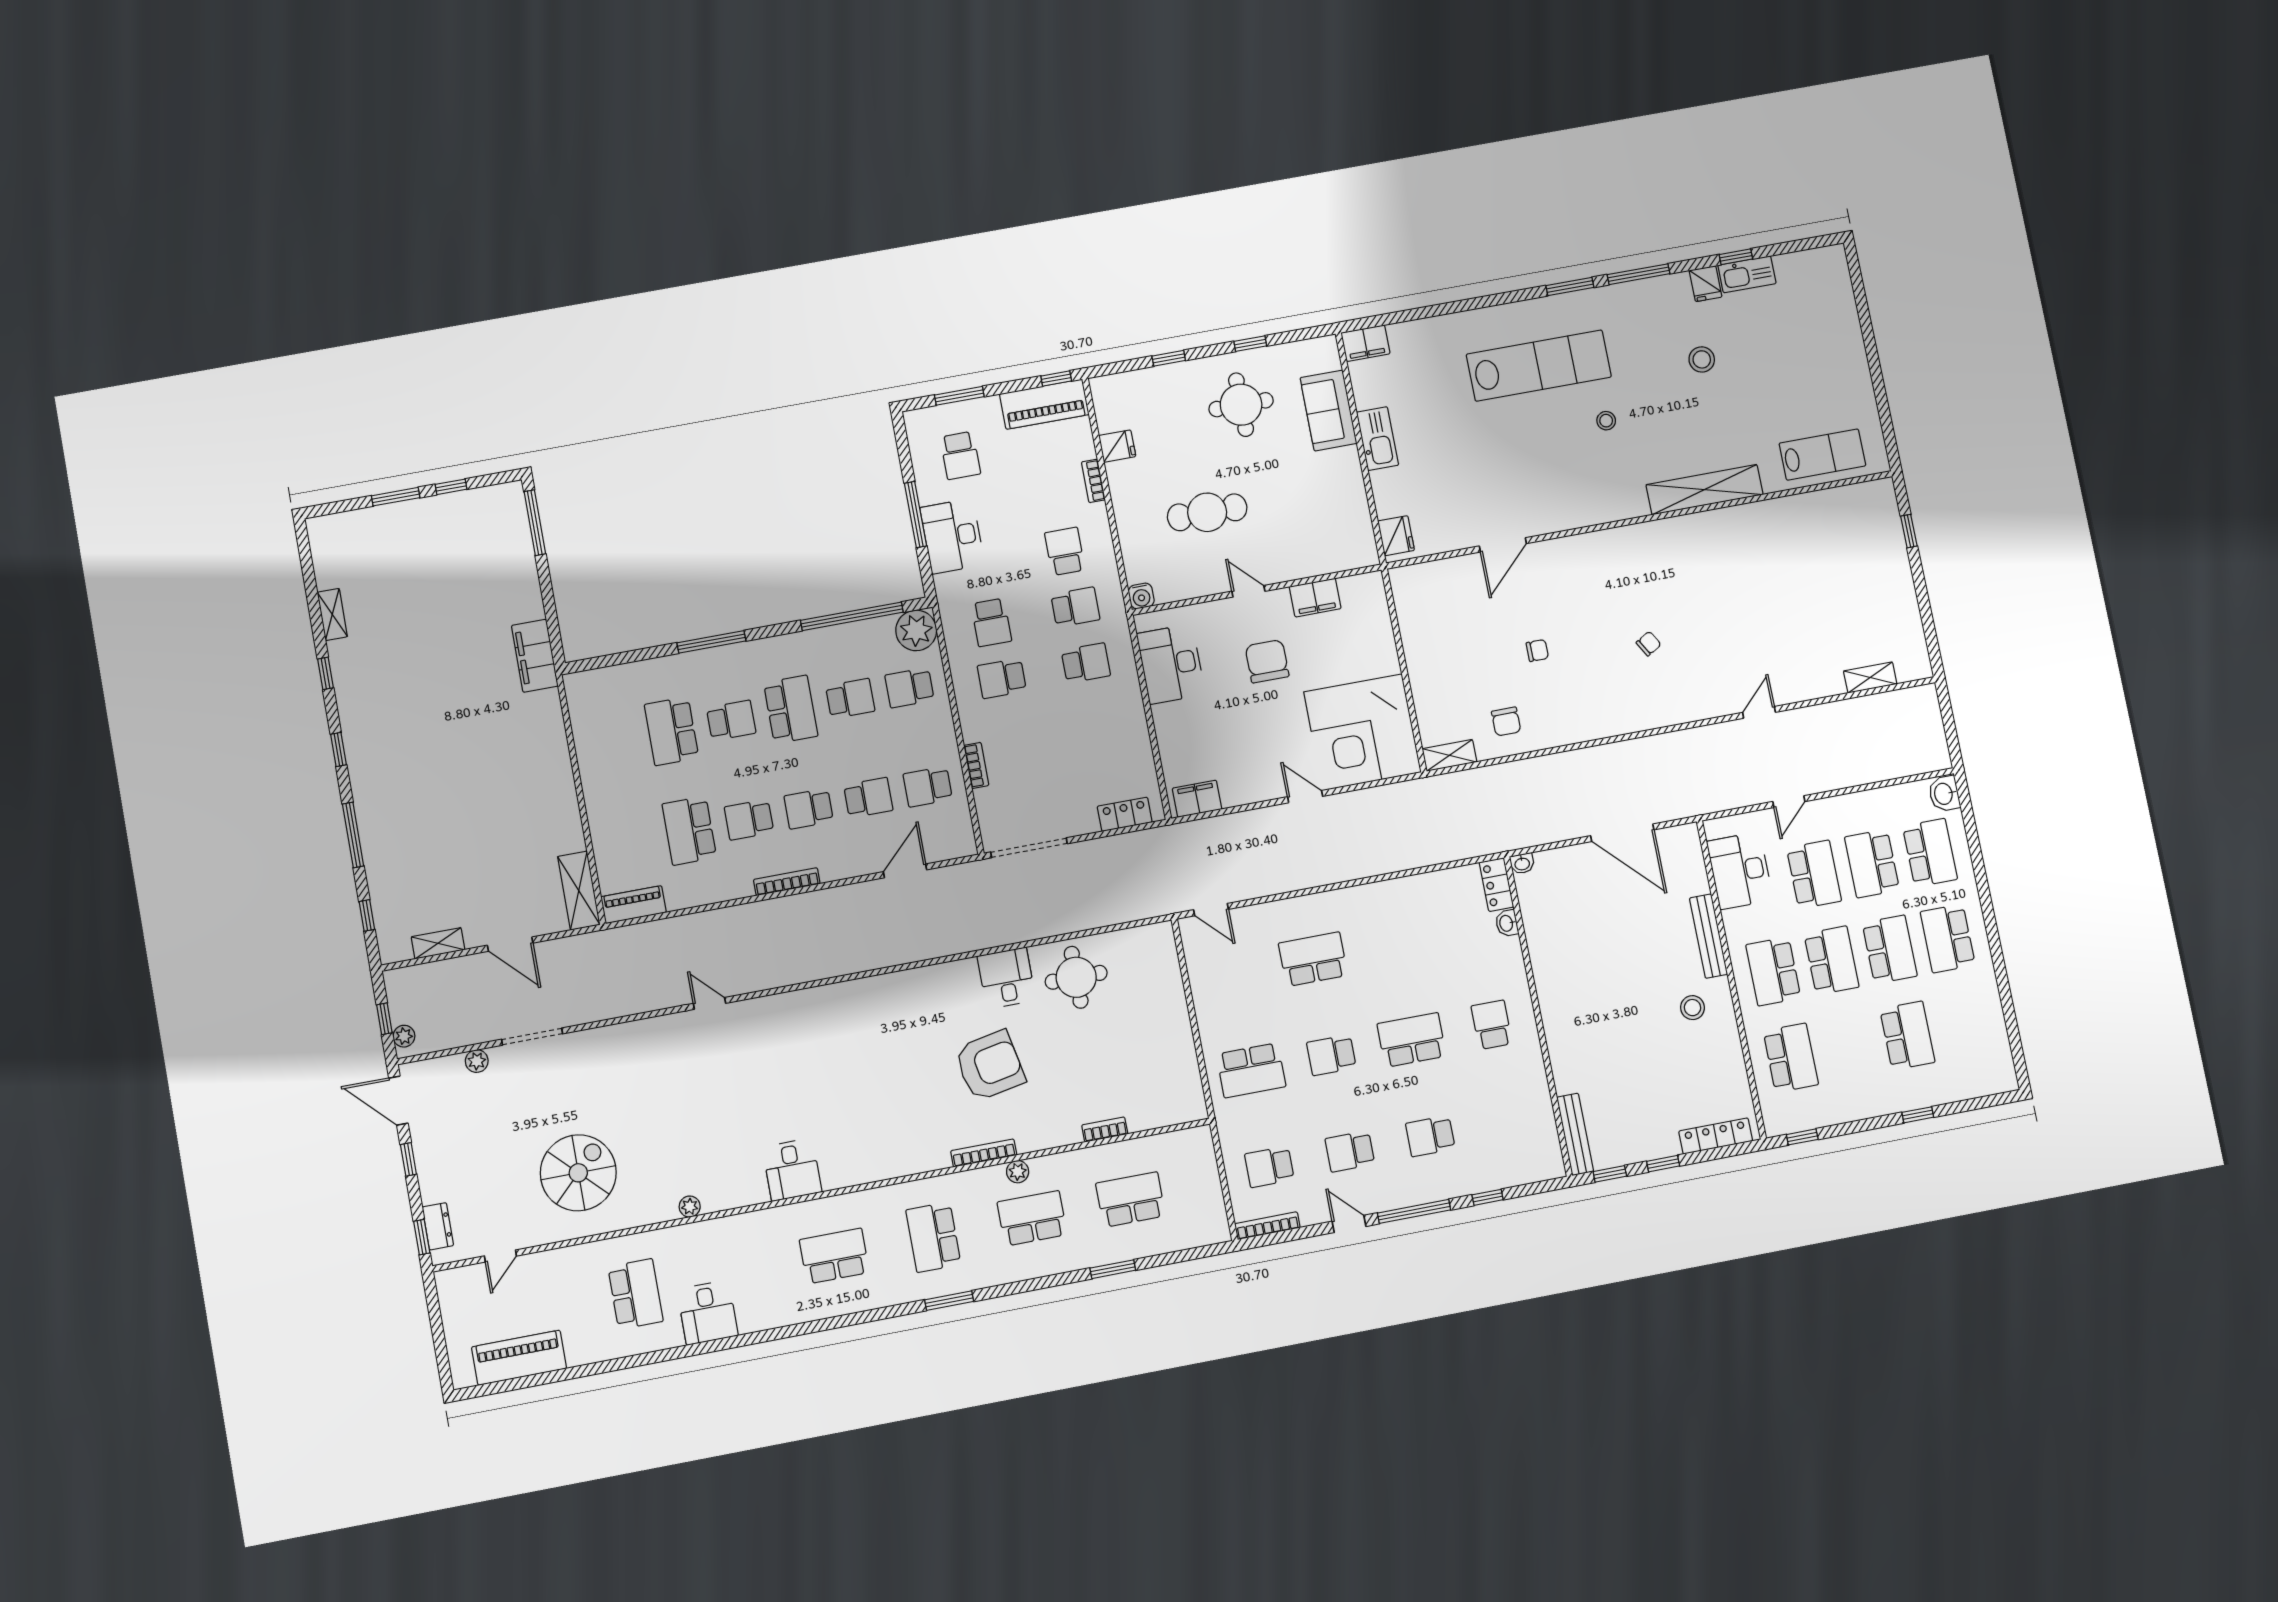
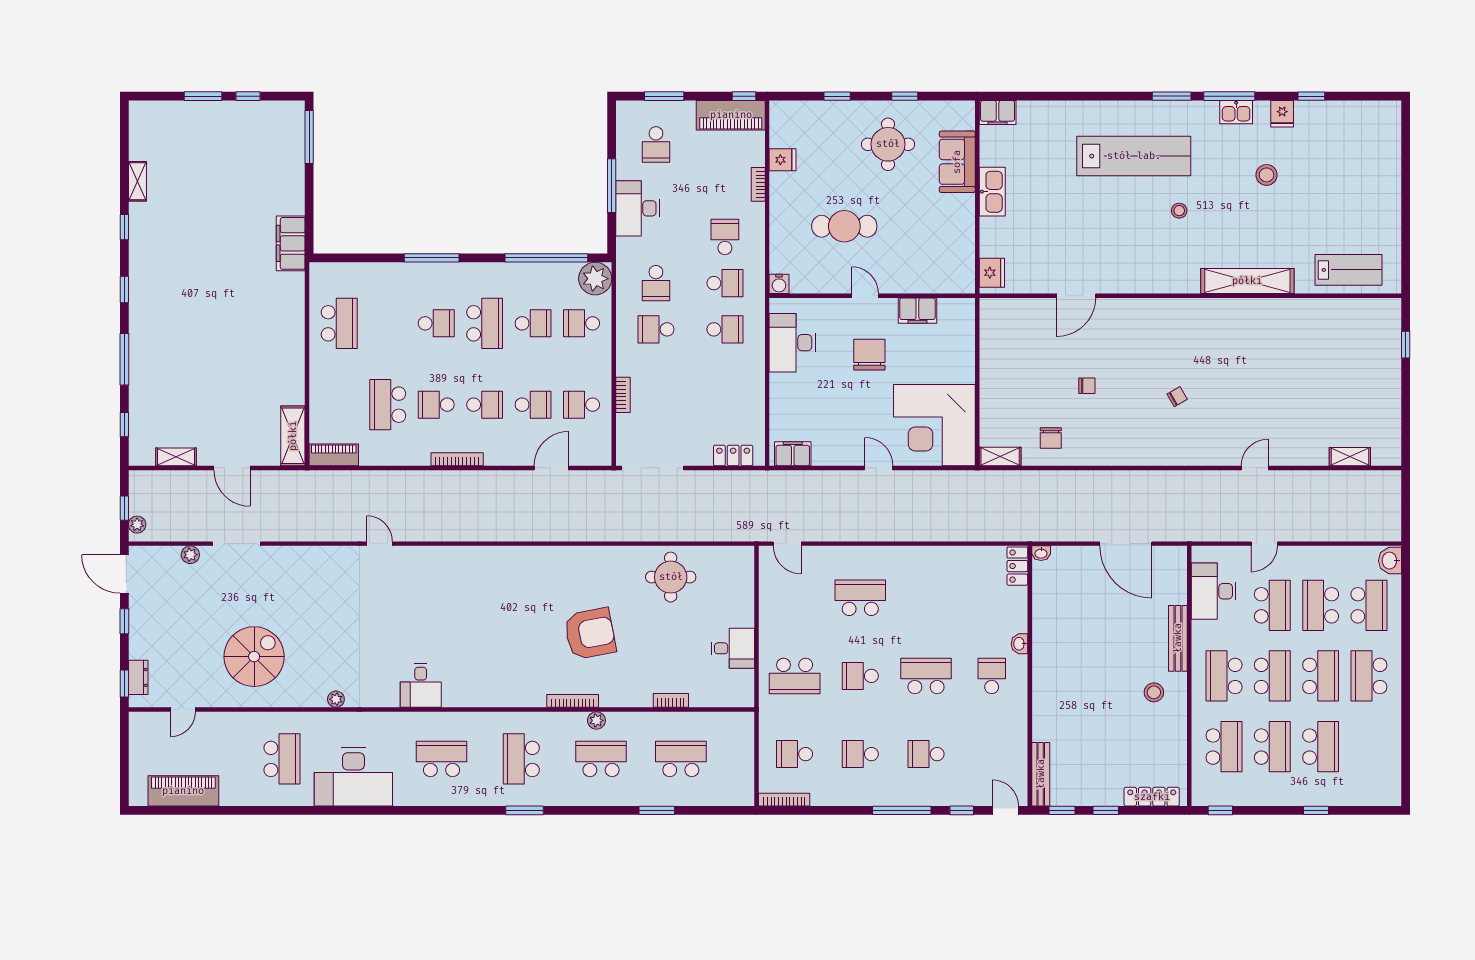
kitchen sink: (1747, 274) -> (1236, 112), moved, width x0.73
school desk: (672, 731) -> (339, 323), moved, turned 180
school desk: (809, 809) -> (485, 405), turned 180
washbasin: (1507, 923) -> (1019, 644), moved
desk: (1007, 978) -> (733, 648), moved, turned 90
school desk: (1849, 1047) -> (1272, 747), added
door: (1349, 1224) -> (1005, 810), moved
desk: (708, 1312) -> (353, 777), width x1.87, depth x1.30

